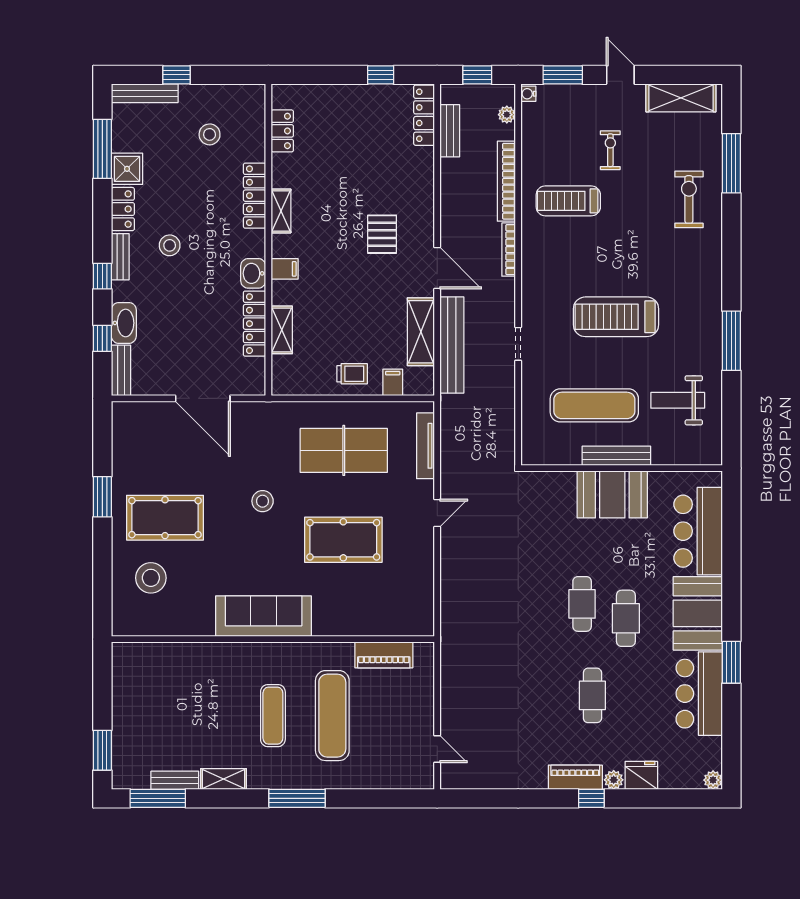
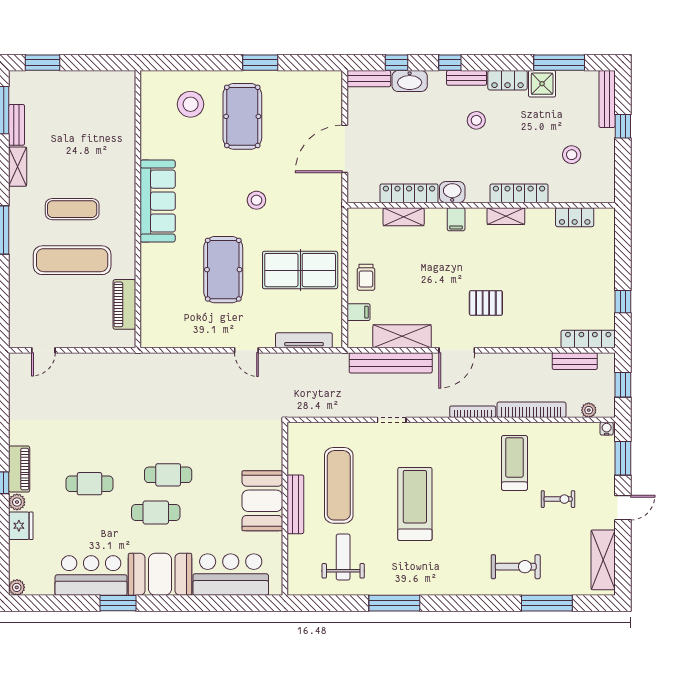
table tennis table: (344, 450) -> (300, 270), turned 90

